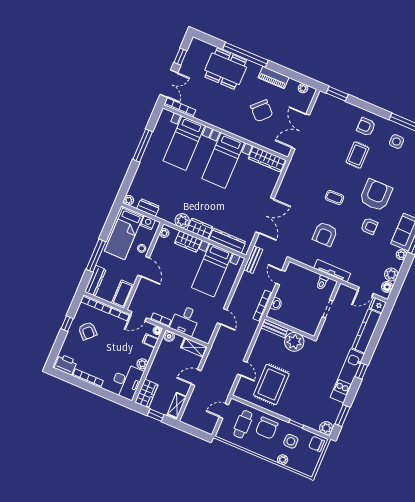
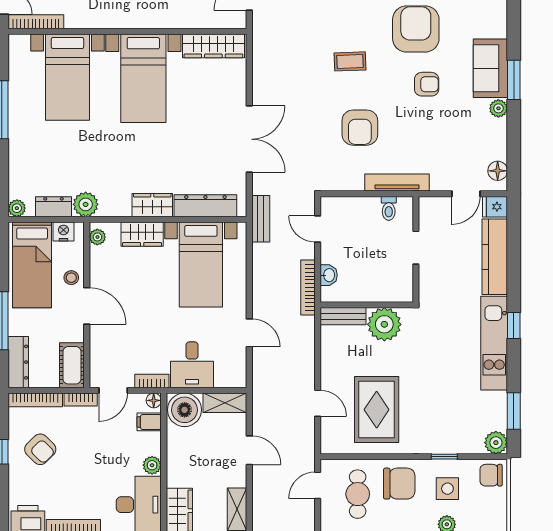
plant: (182, 221) -> (86, 204), moved
plant: (391, 275) -> (496, 148), removed
boiler: (169, 336) -> (185, 410), width x1.86, depth x1.86
door: (196, 378) -> (249, 450), swing flipped
chair: (267, 428) -> (399, 484), turned -90

